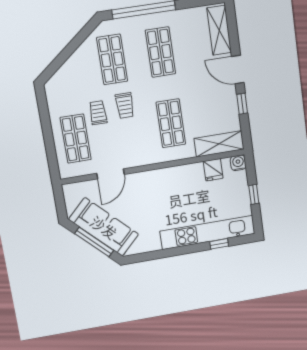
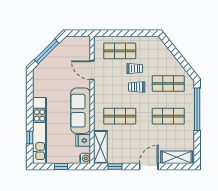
window: (242, 104) -> (115, 166), moved
sofa: (104, 227) -> (81, 111), moved, turned 135

